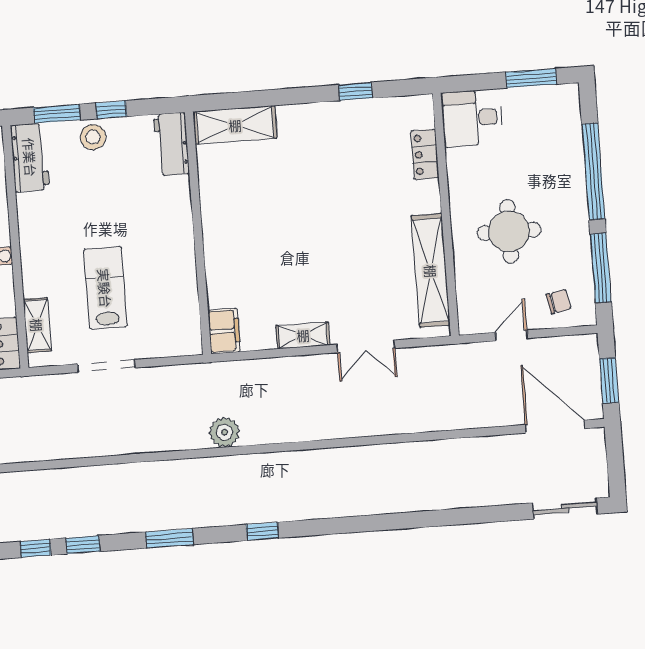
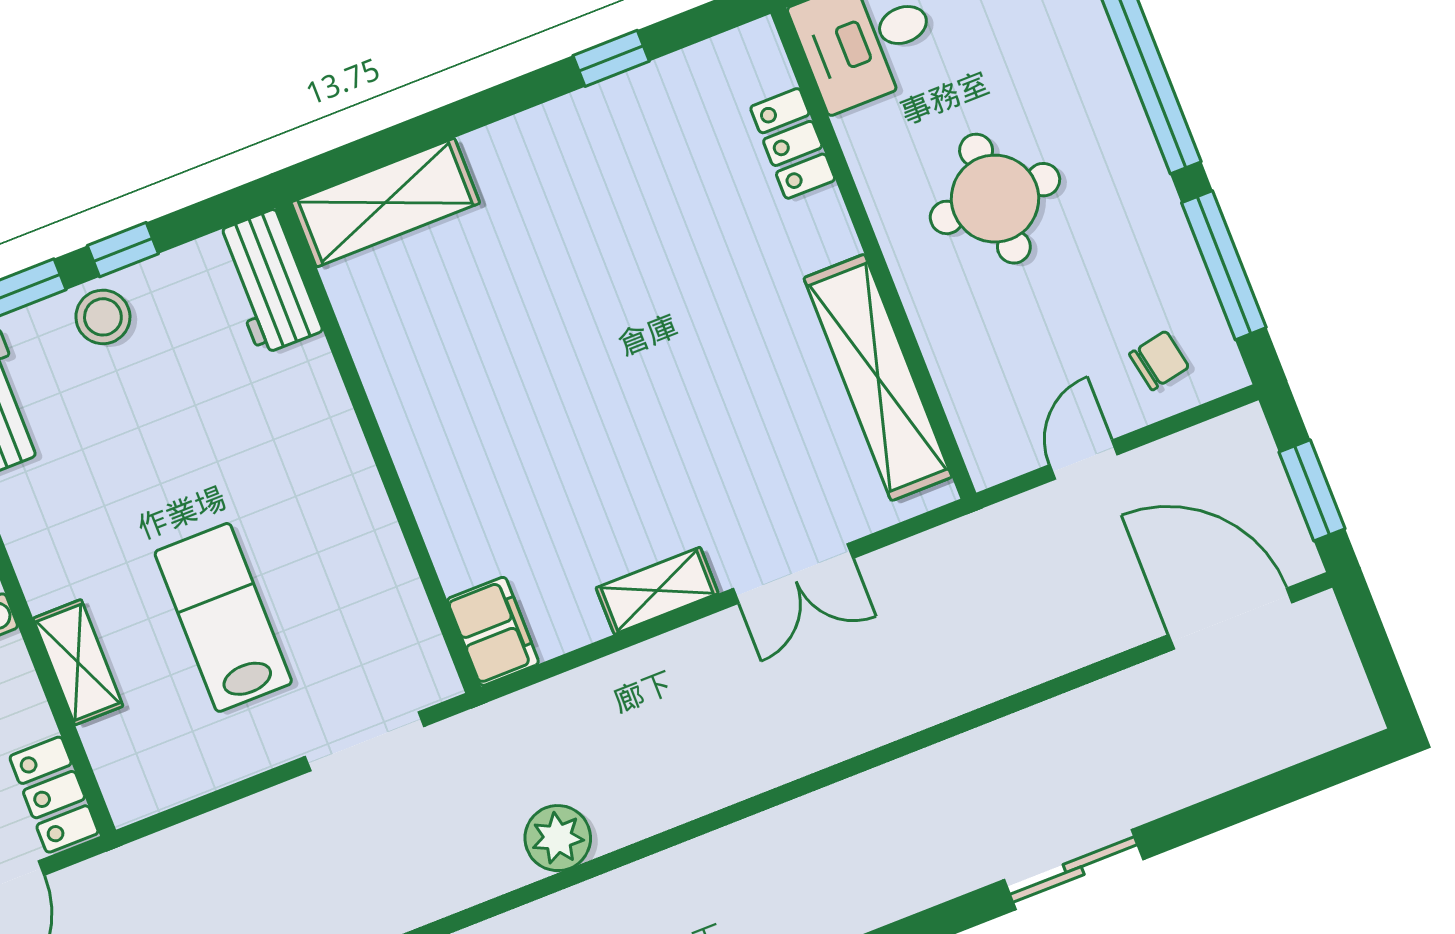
round table: (509, 231) -> (995, 199), moved
shelving: (37, 325) -> (78, 662), moved
doorway: (106, 366) -> (364, 741), moved
sliding door: (565, 509) -> (1074, 870), moved

